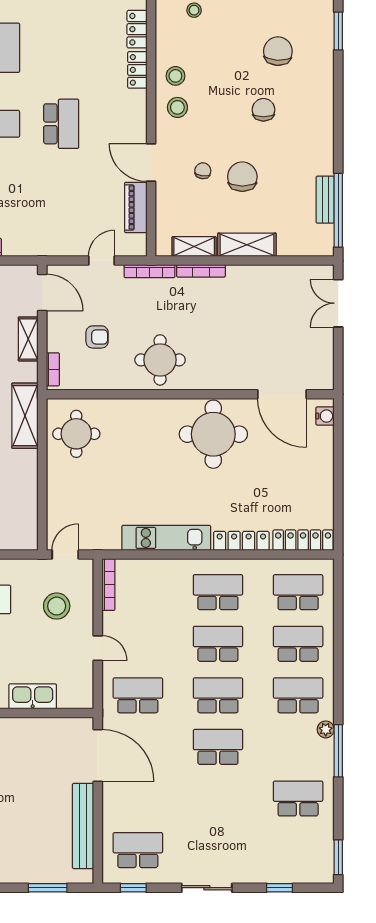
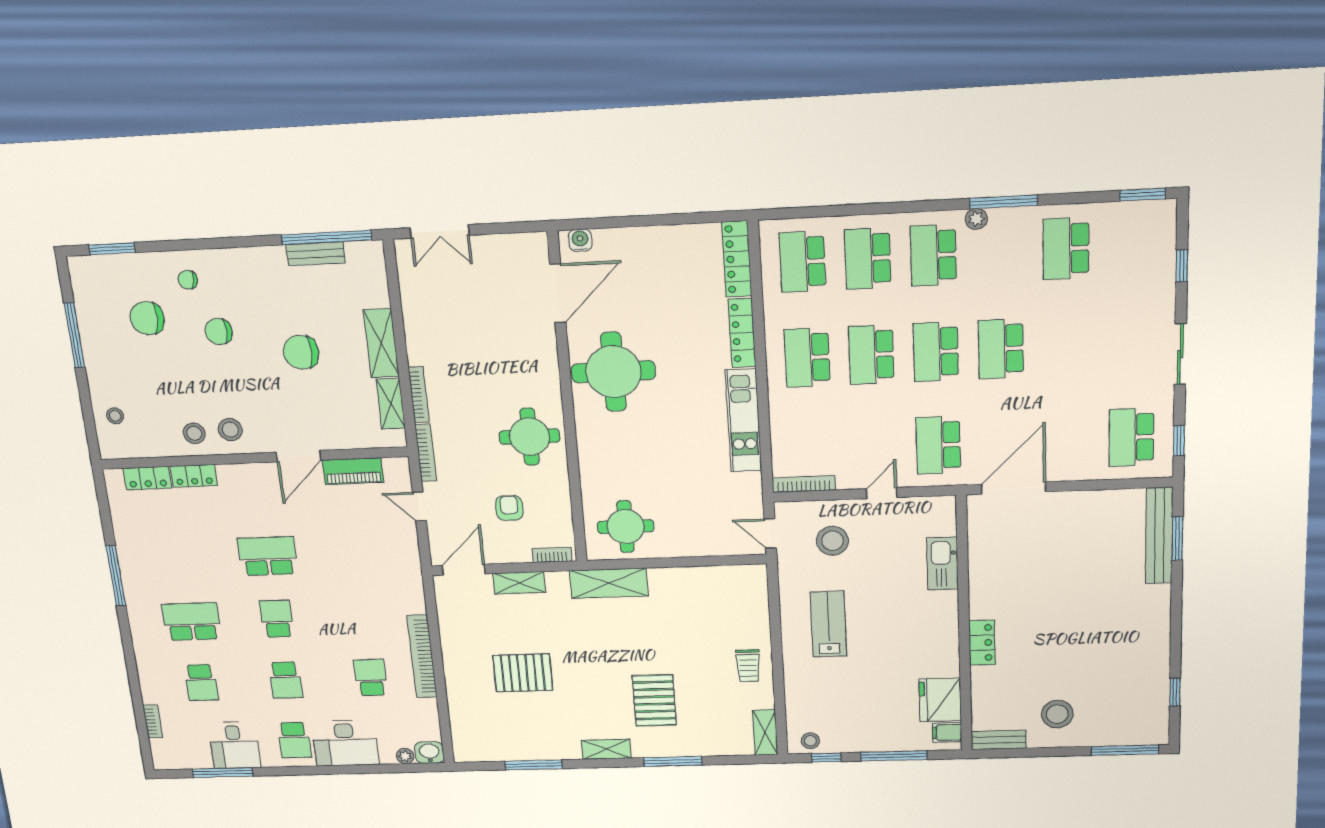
chair: (203, 171) -> (188, 280), moved
bench: (83, 826) -> (1159, 536), moved, turned 90

